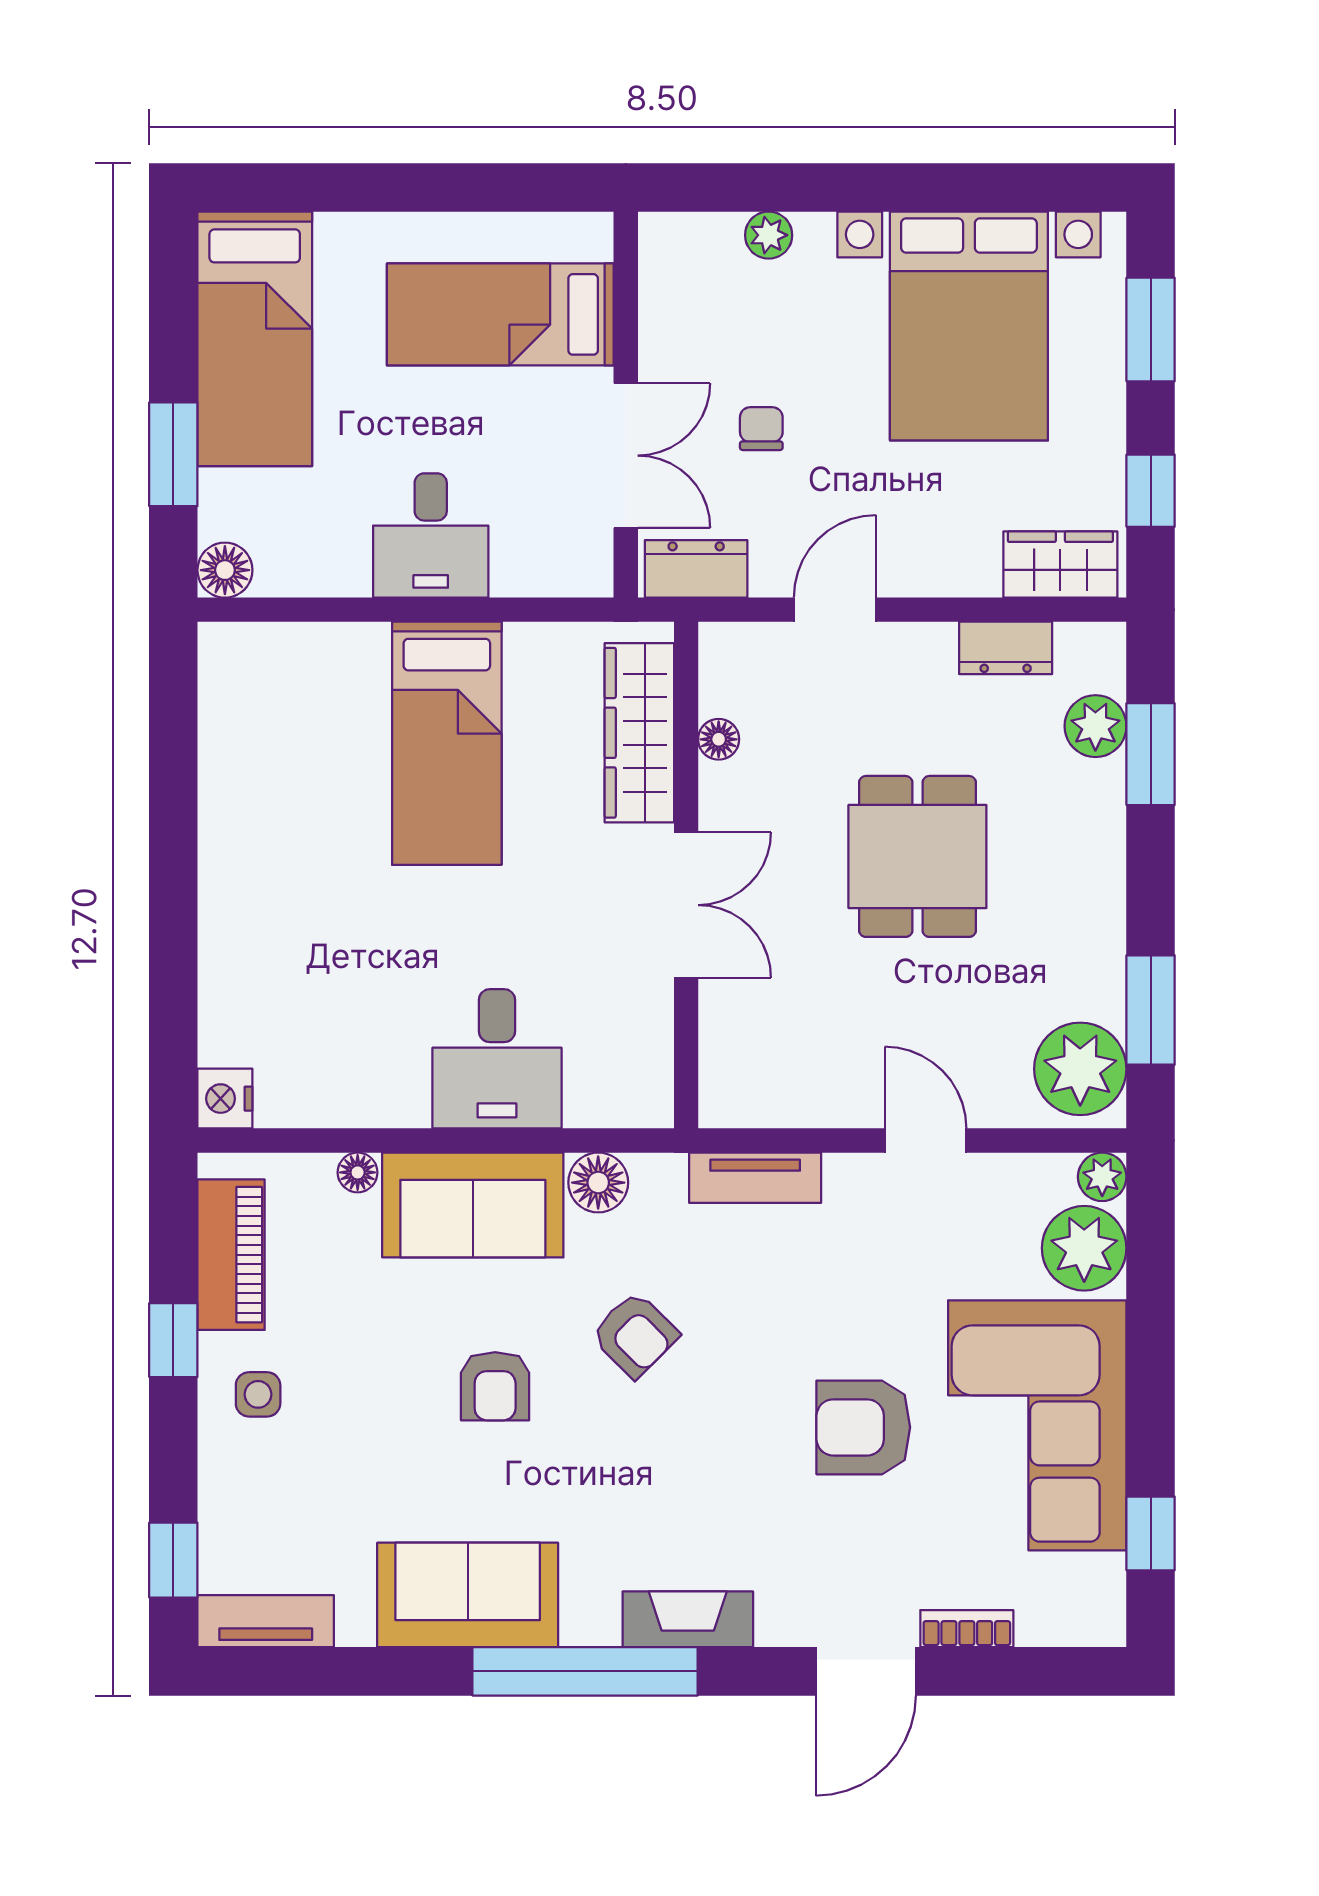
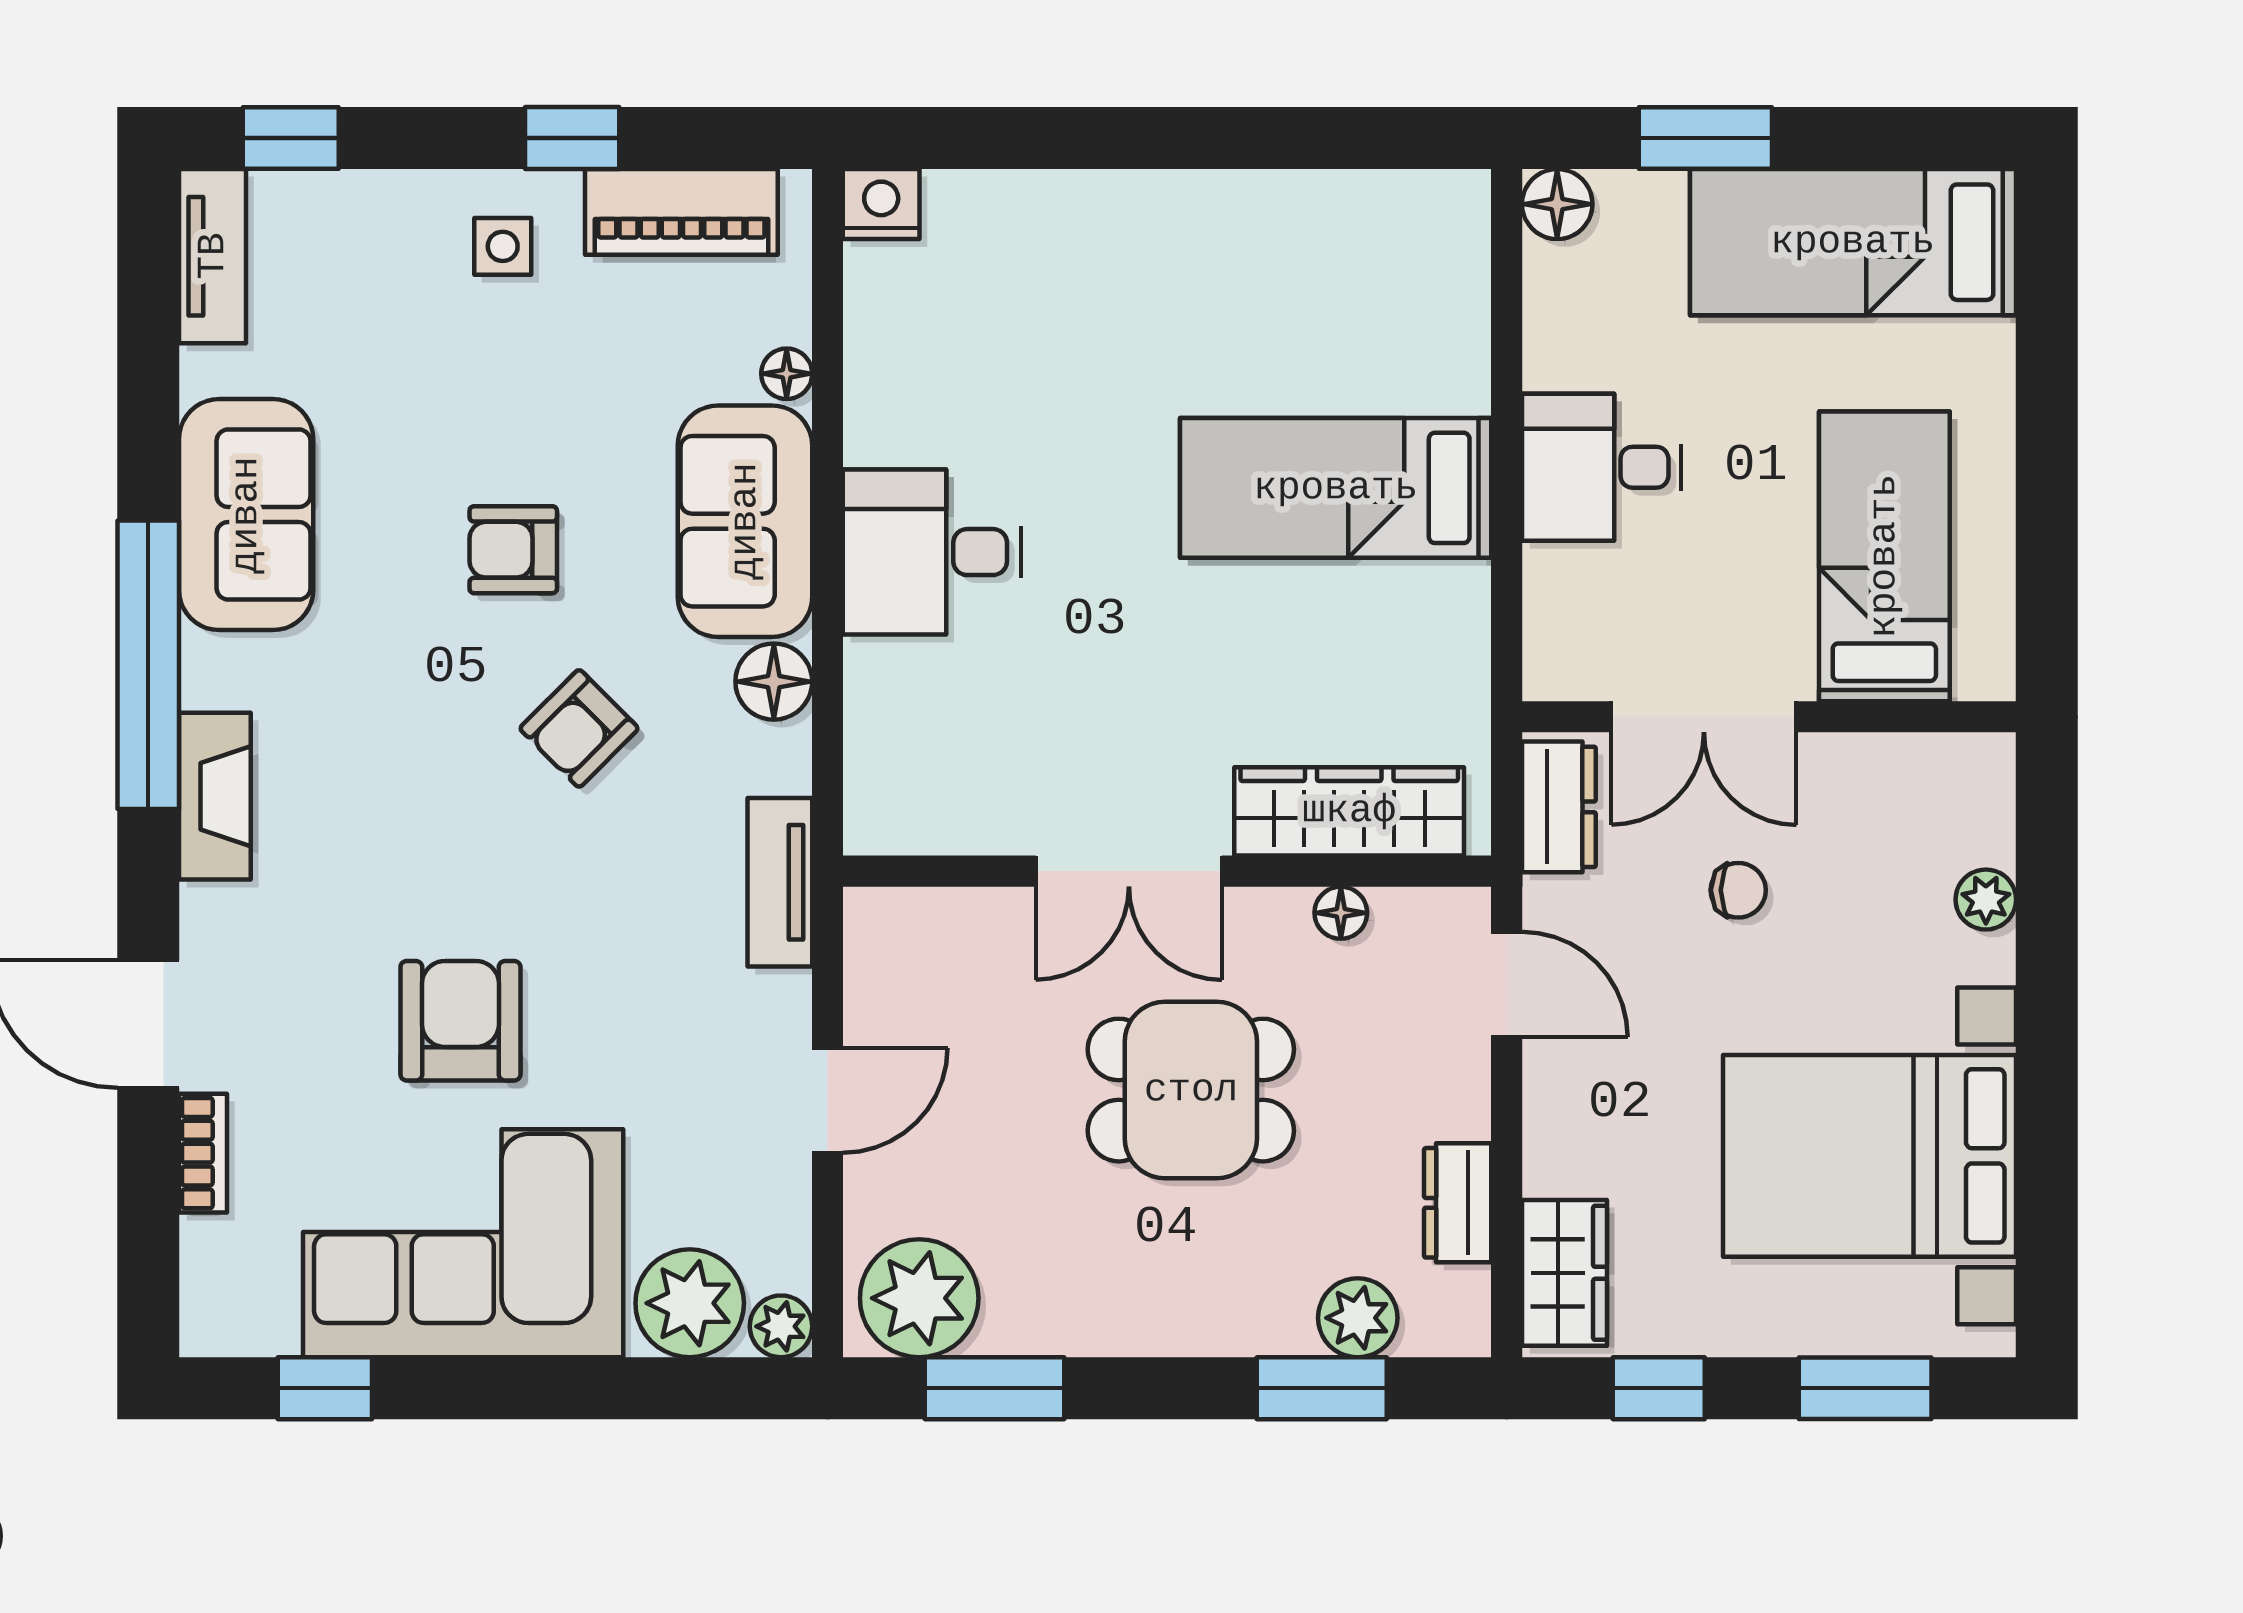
wardrobe: (639, 733) -> (1349, 811), moved
floor lamp: (719, 739) -> (1341, 913), moved
wall: (686, 875) -> (1167, 871), moved
double door: (686, 905) -> (1129, 871), moved

